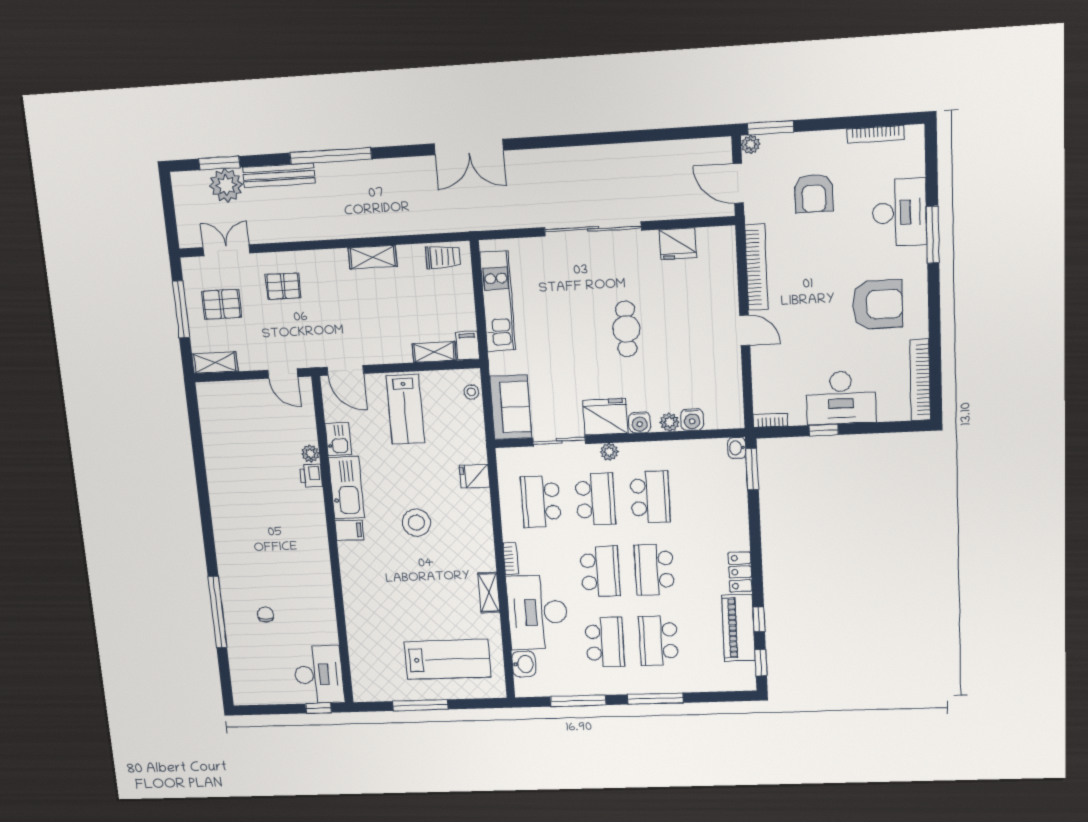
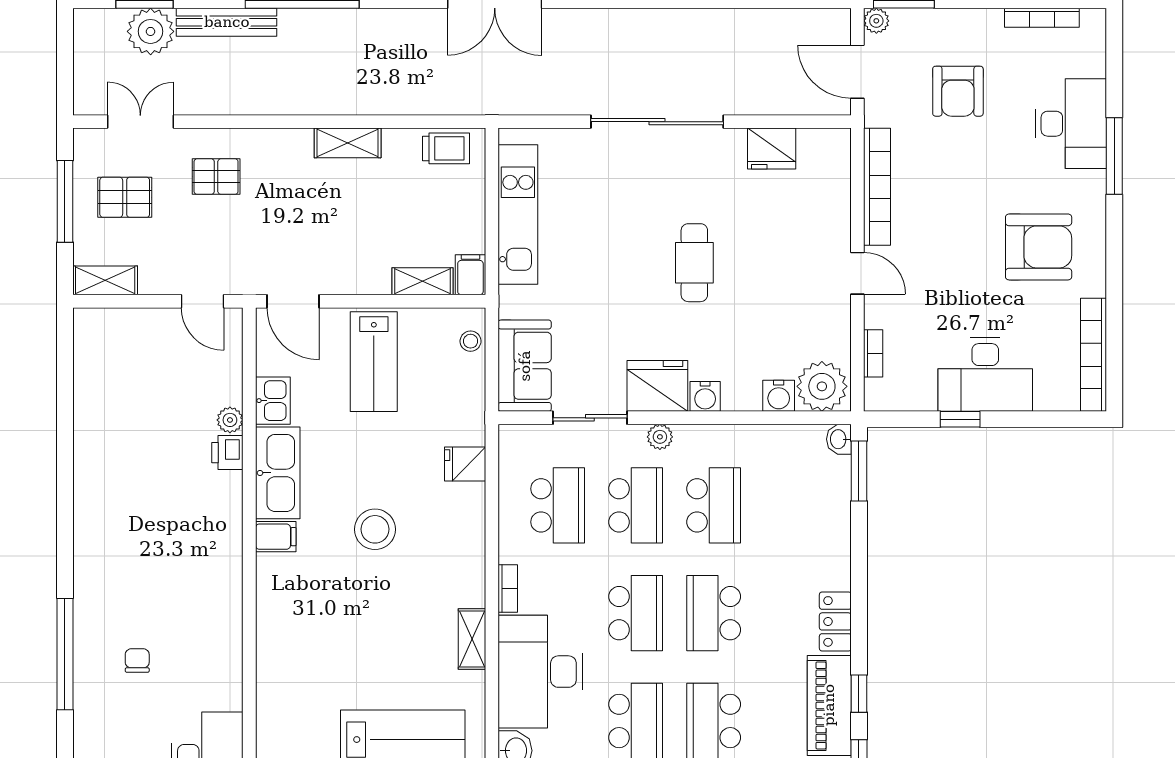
bookcase: (771, 420) -> (873, 353), moved, turned 90
plant: (670, 422) -> (822, 386), moved, width x1.88, depth x1.88
school desk: (541, 501) -> (558, 505), turned 180

